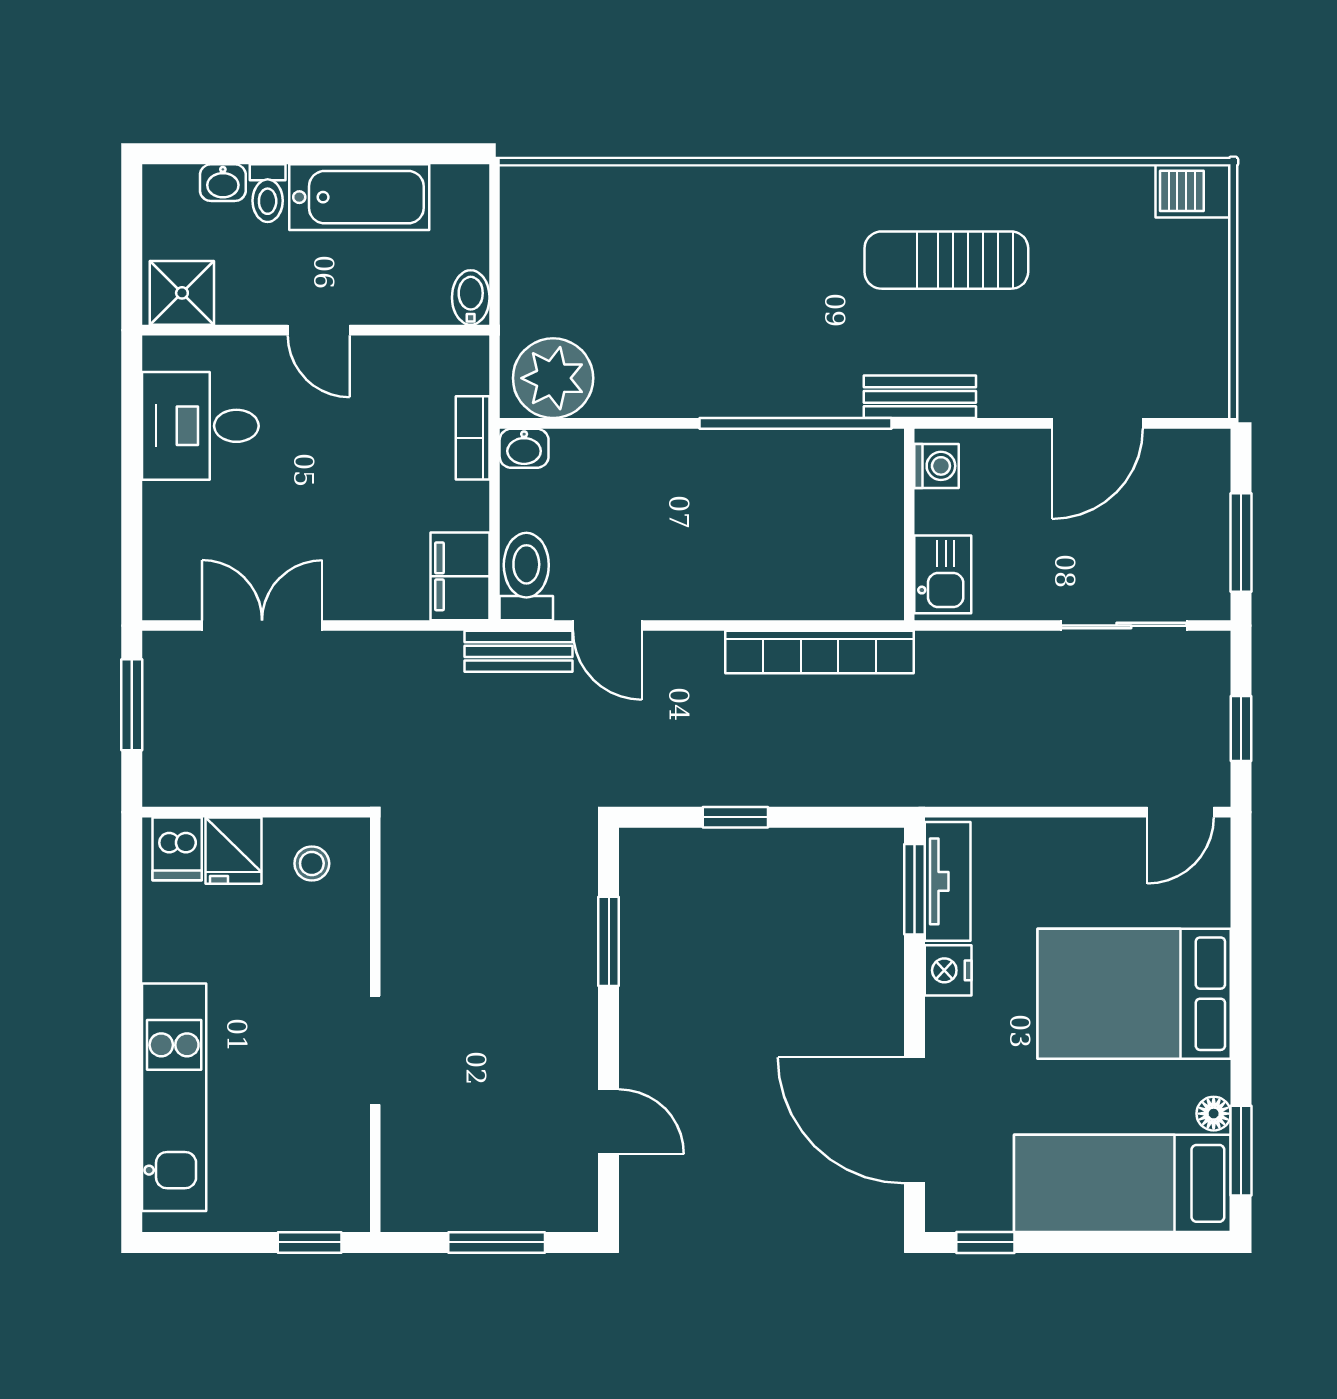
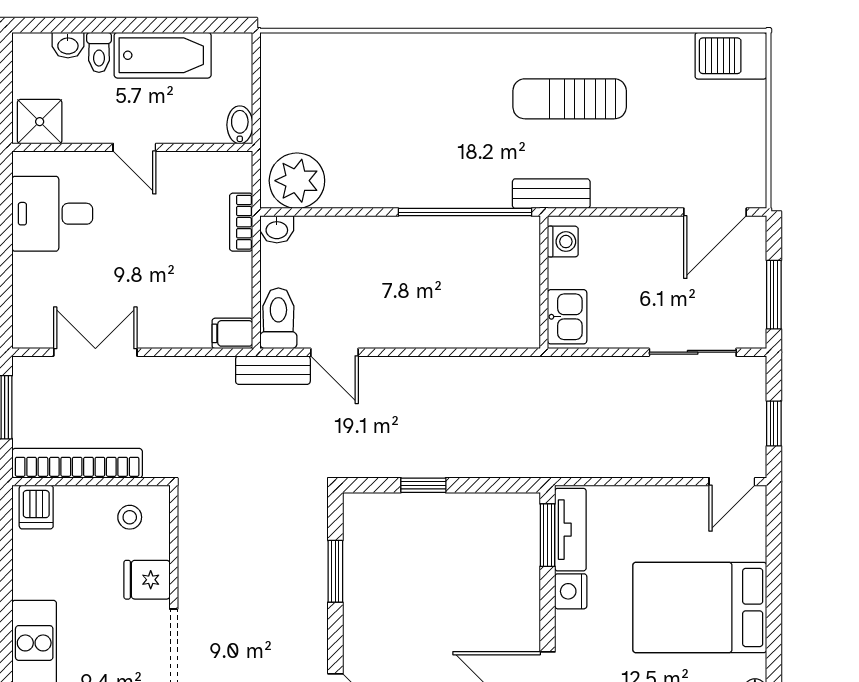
barbecue: (1193, 191) -> (731, 56), width x1.38, depth x1.27
door: (1097, 423) -> (715, 212), moved
filing cabinet: (460, 576) -> (232, 333), width x0.50
bookcase: (819, 652) -> (77, 463), moved, turned 180
fridge: (234, 851) -> (147, 580), moved, turned 90

